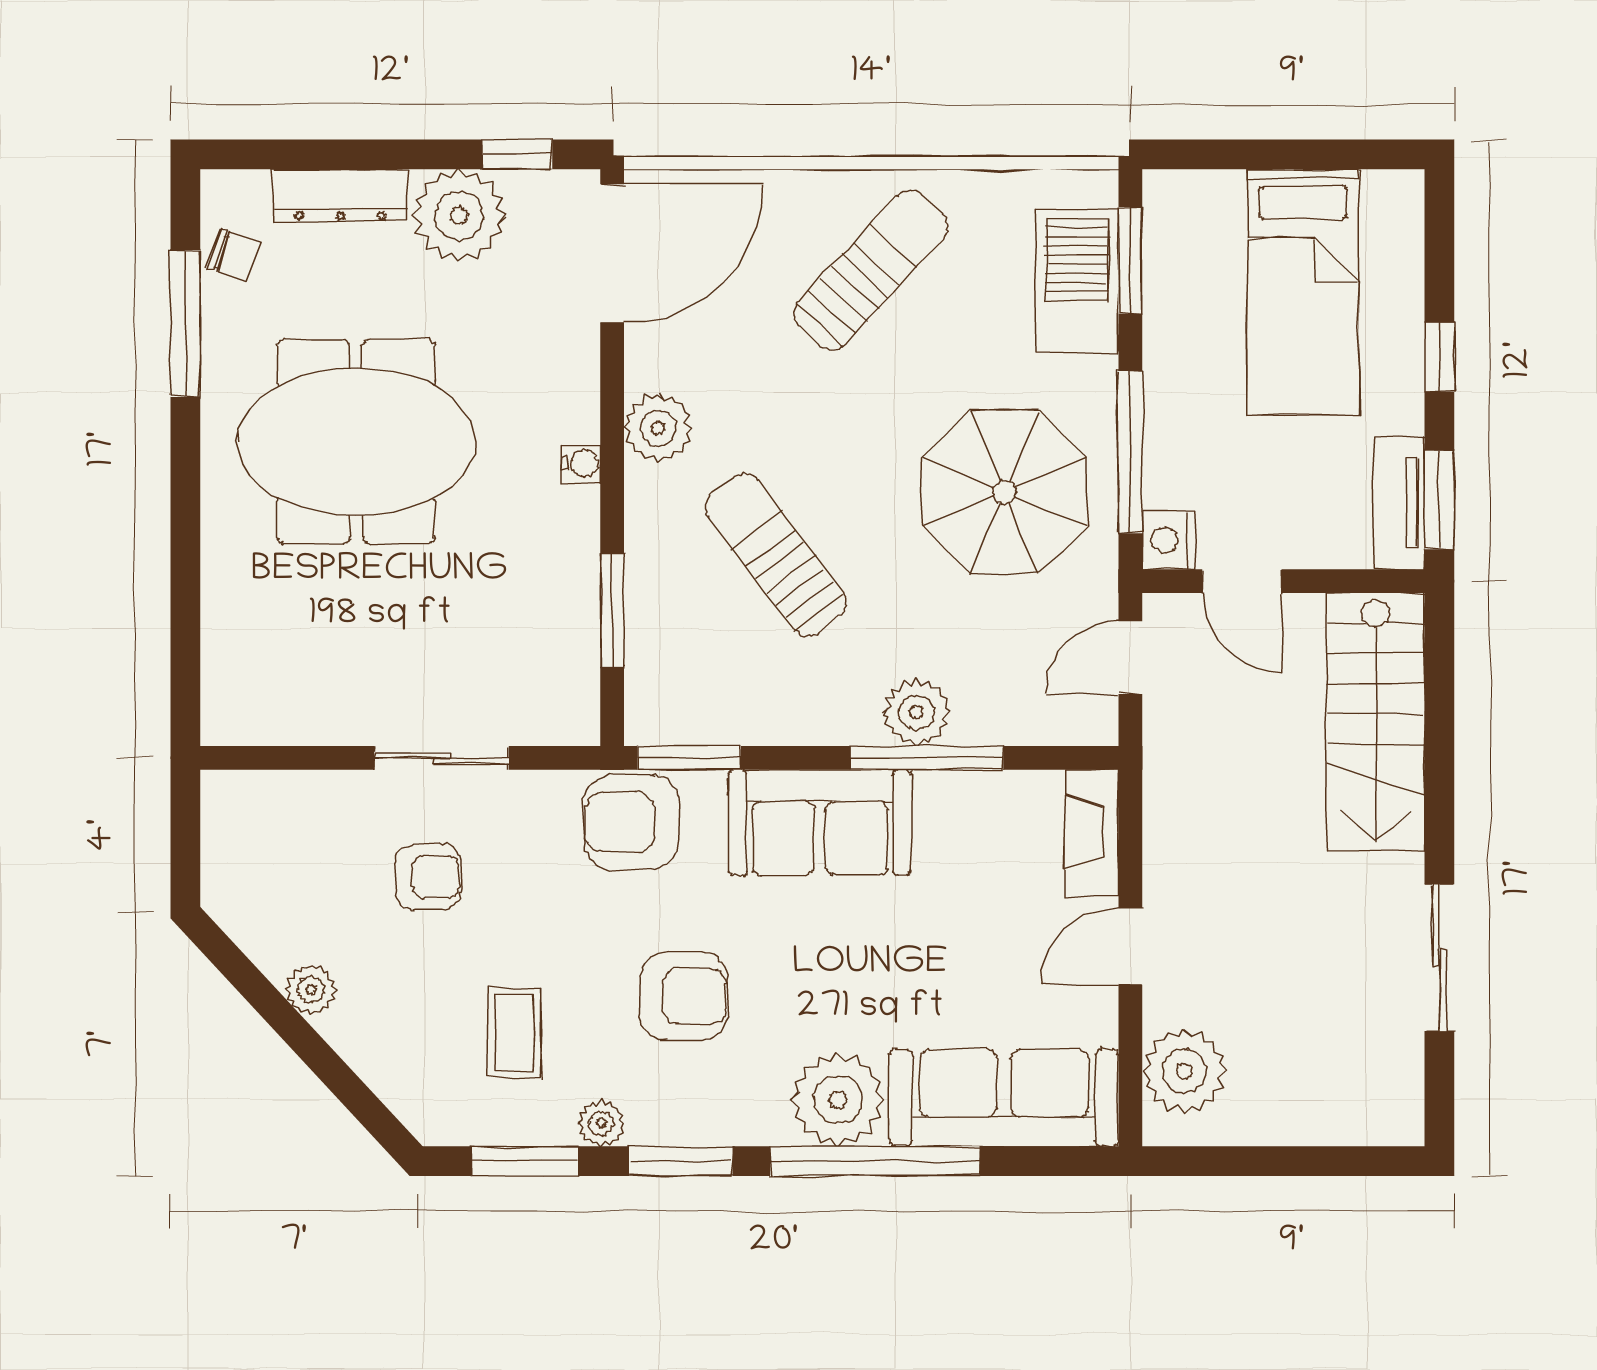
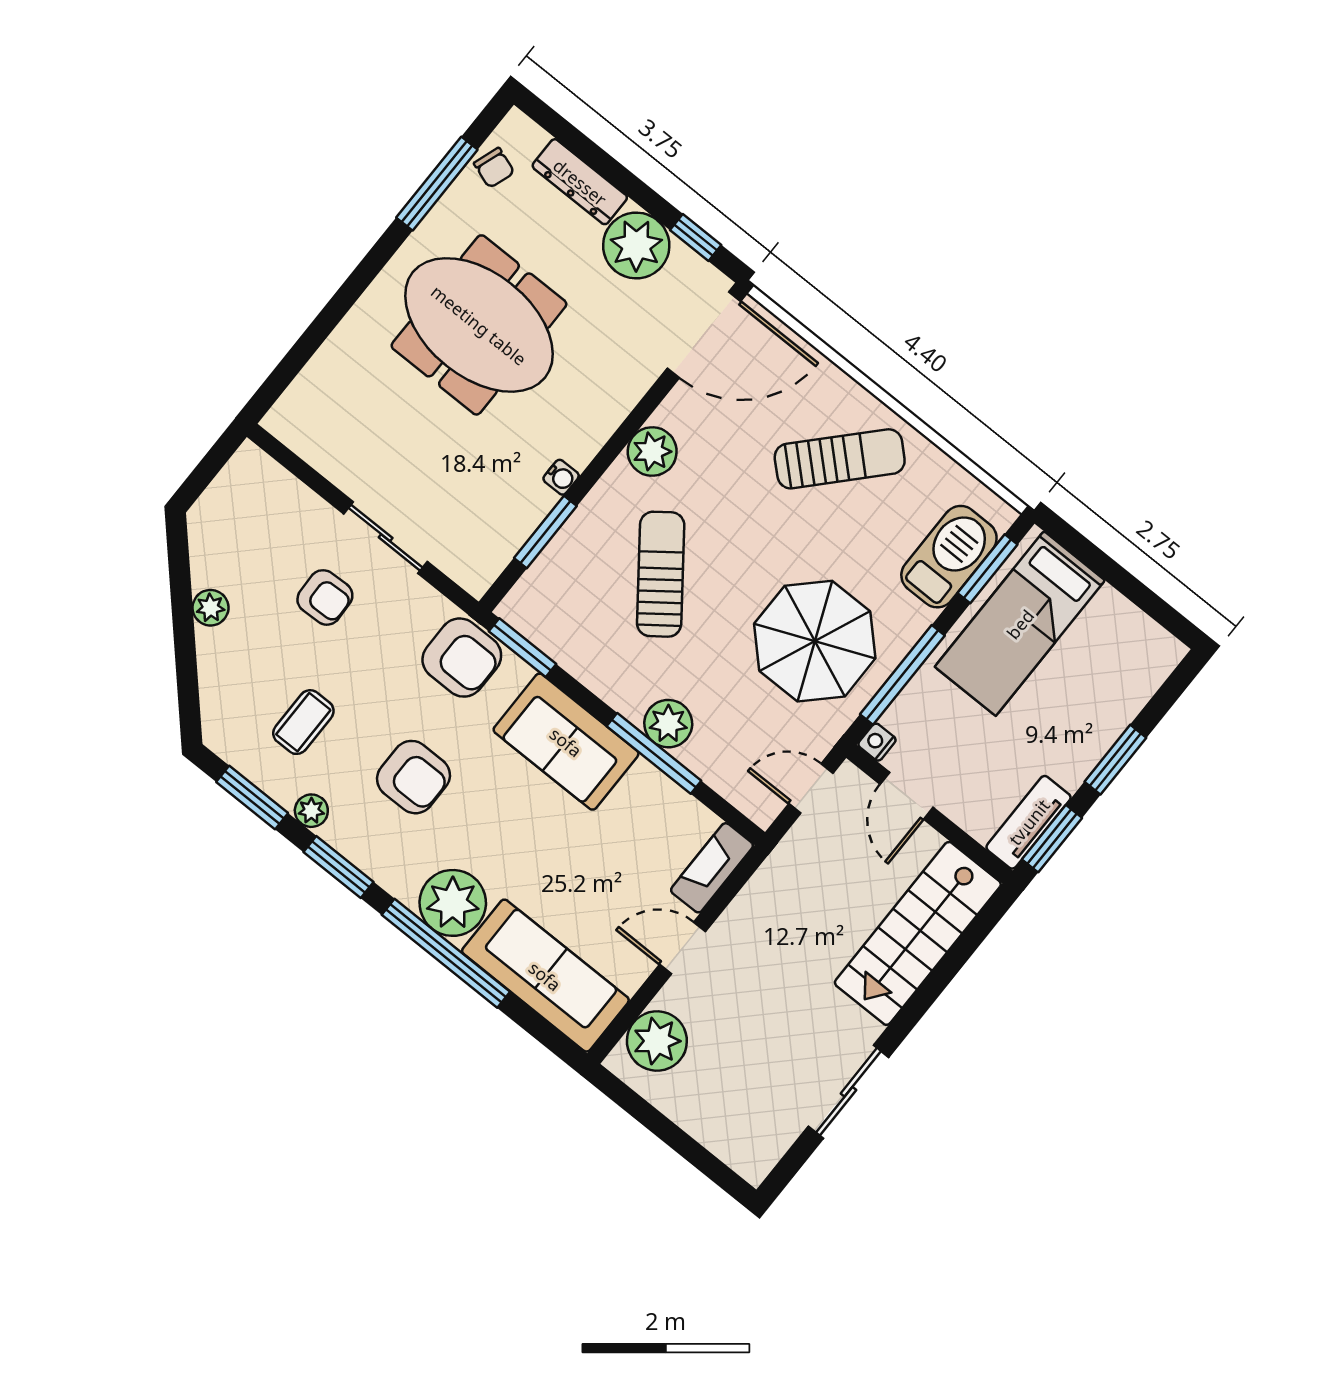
bed: (1303, 292) -> (1020, 624), moved
window: (1439, 357) -> (1115, 760), width x1.50
water cooler: (581, 463) -> (561, 477), moved
nightstand: (1169, 540) -> (877, 742), width x0.72, depth x0.74
armchair: (631, 822) -> (462, 658), turned 180

